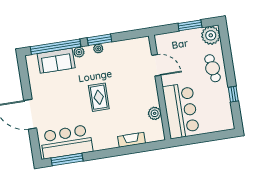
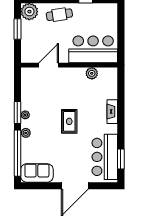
sofa: (56, 61) -> (37, 173), moved, turned -90
rug: (99, 97) -> (69, 121), turned 90
fireplace: (131, 140) -> (112, 112), moved
window: (67, 159) -> (121, 159), width x0.69

